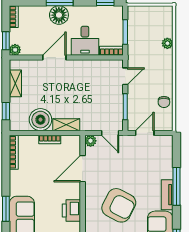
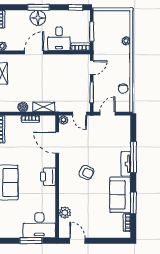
boiler: (40, 120) -> (23, 107), width x0.54, depth x0.54
door: (83, 169) -> (57, 143), hinge flipped
armchair: (119, 205) -> (86, 172), width x0.53, depth x0.53

